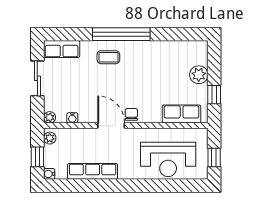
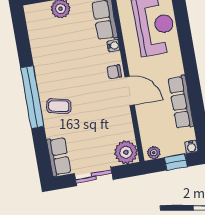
coffee table: (108, 57) -> (59, 106), turned -76
plant: (50, 117) -> (126, 152), width x1.88, depth x1.88
water cooler: (72, 118) -> (113, 46), moved
door: (111, 126) -> (130, 91), swing flipped

